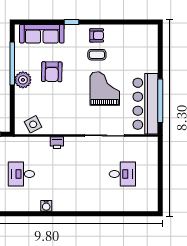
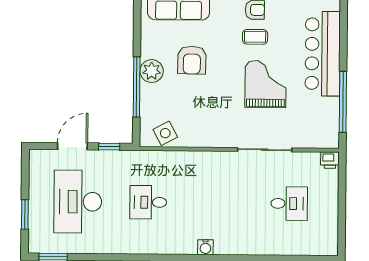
window: (12, 64) -> (137, 87), moved
bar counter: (145, 104) -> (323, 54), moved
printer: (57, 143) -> (330, 160), moved
water cooler: (46, 206) -> (205, 247), moved

